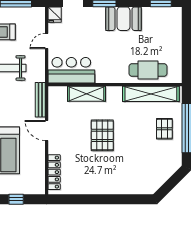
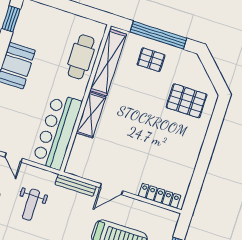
bar counter: (71, 70) -> (57, 132), width x1.36
shelving: (86, 94) -> (91, 115), moved
pallet: (102, 135) -> (186, 101), moved

